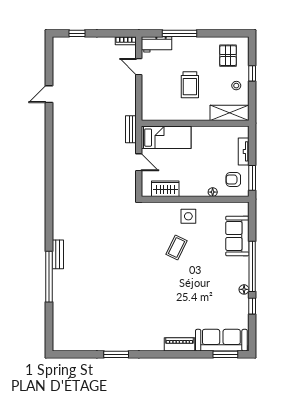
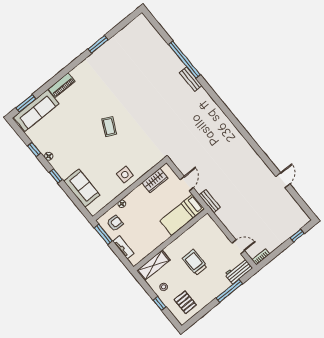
door: (139, 162) -> (187, 184), swing flipped
coffee table: (177, 247) -> (109, 126), moved
window: (252, 266) -> (56, 176), width x0.32

